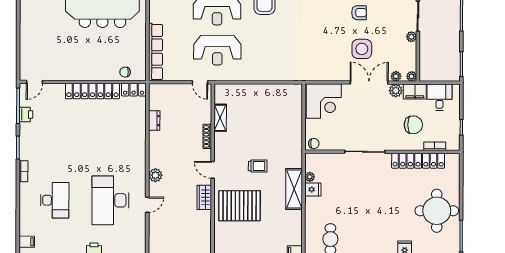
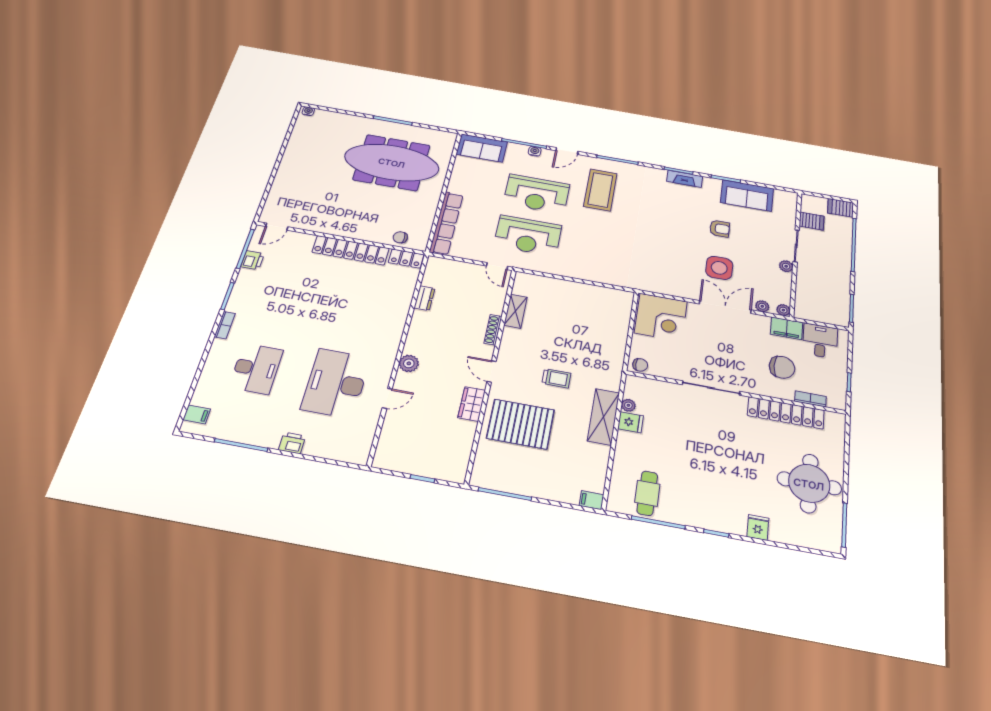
plant: (396, 91) -> (761, 323), removed

